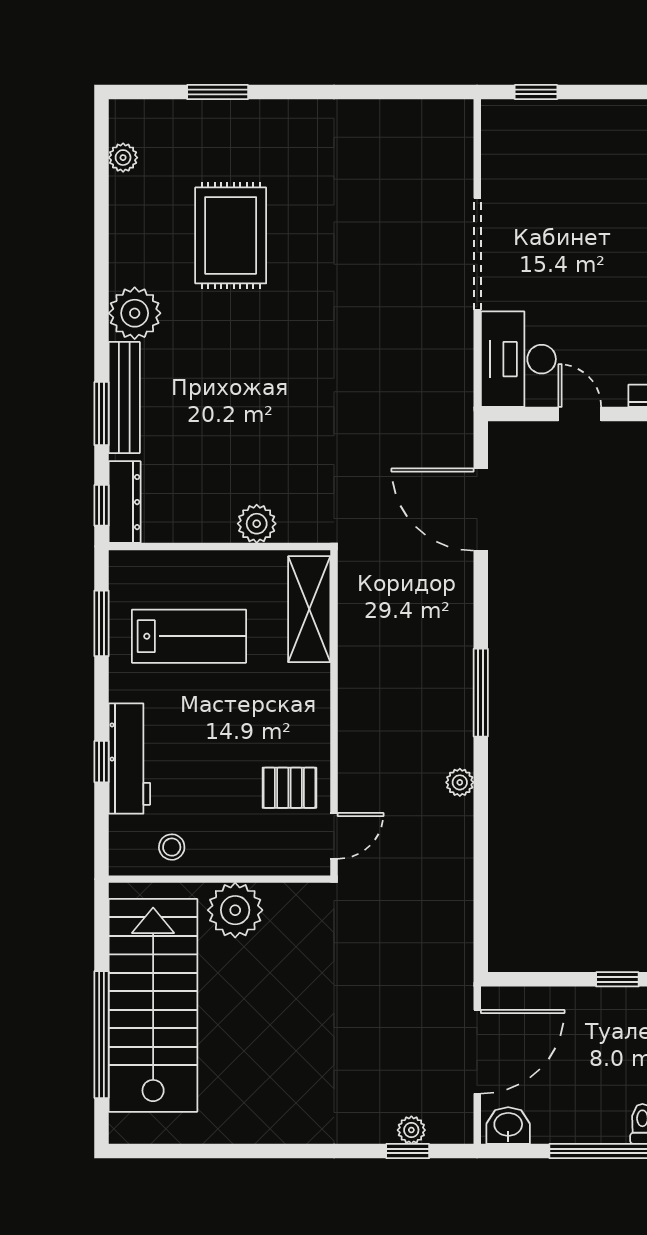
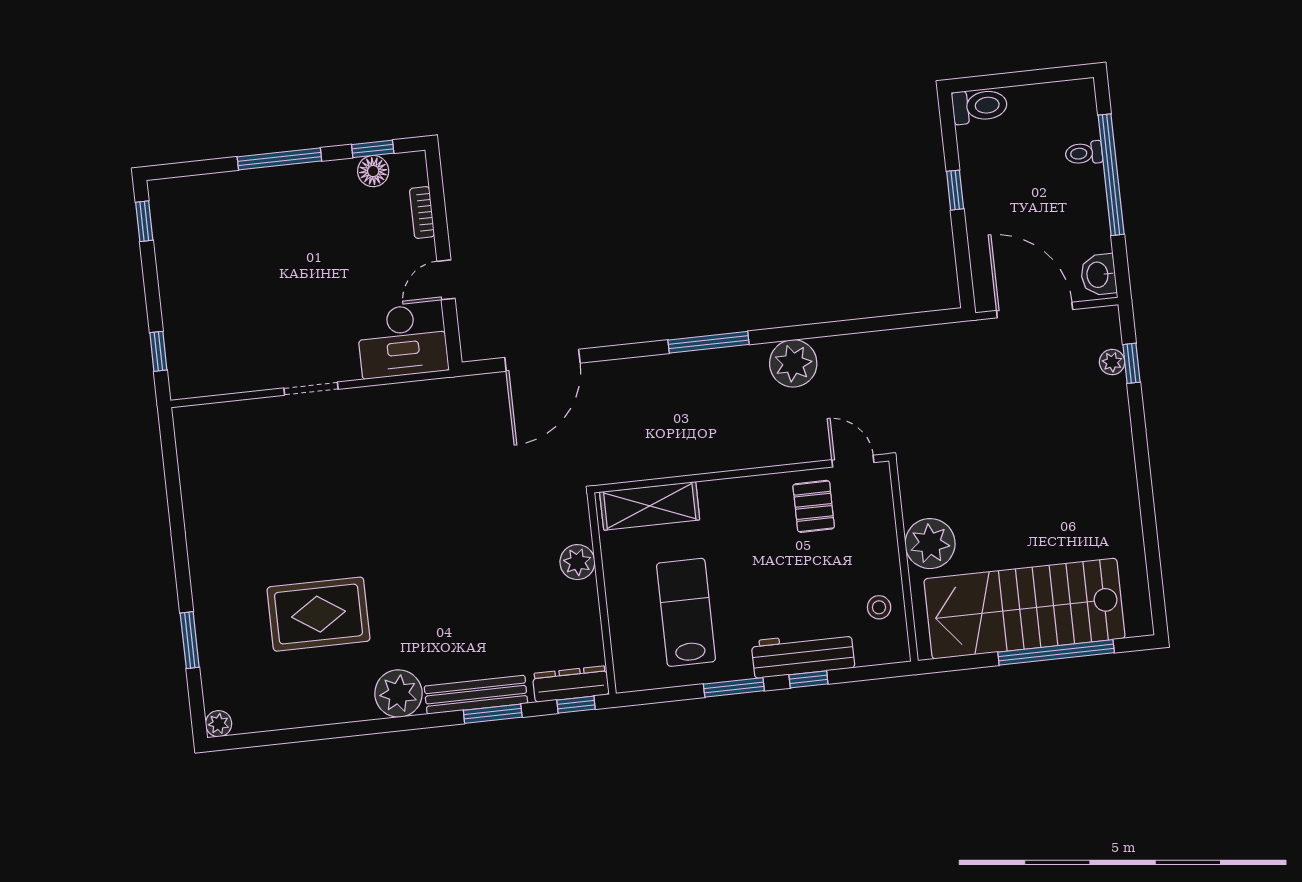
plant: (123, 158) -> (219, 724), moved
doorway: (477, 254) -> (311, 389), width x0.53
window: (102, 623) -> (734, 687), moved
plant: (460, 782) -> (793, 363), width x1.87, depth x1.87

